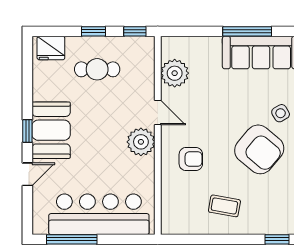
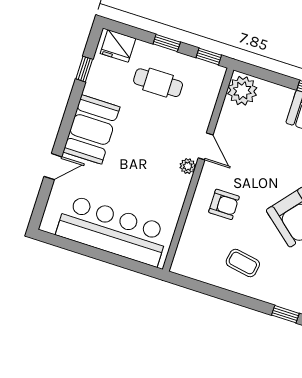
plant: (175, 73) -> (242, 91), moved
window: (27, 131) -> (84, 69), moved
plant: (141, 142) -> (188, 166), width x0.53, depth x0.53
window: (72, 239) -> (77, 247), removed

